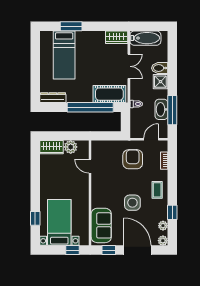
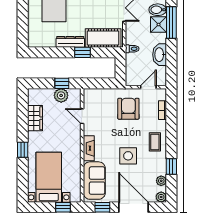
dresser: (53, 98) -> (70, 42), moved
window: (90, 107) -> (82, 52), width x0.32
window: (172, 110) -> (171, 23), moved
window: (71, 136) -> (62, 83), added
wardrobe: (51, 147) -> (35, 118), moved, turned -90
fireplace: (96, 196) -> (89, 148), added
window: (35, 218) -> (23, 150), moved

